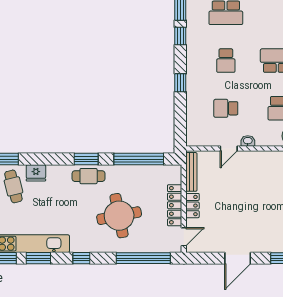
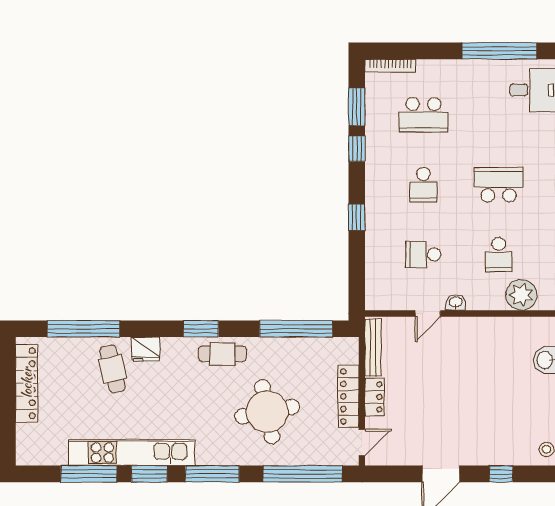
window: (86, 159) -> (201, 329), moved
window: (81, 258) -> (212, 474), width x2.17

